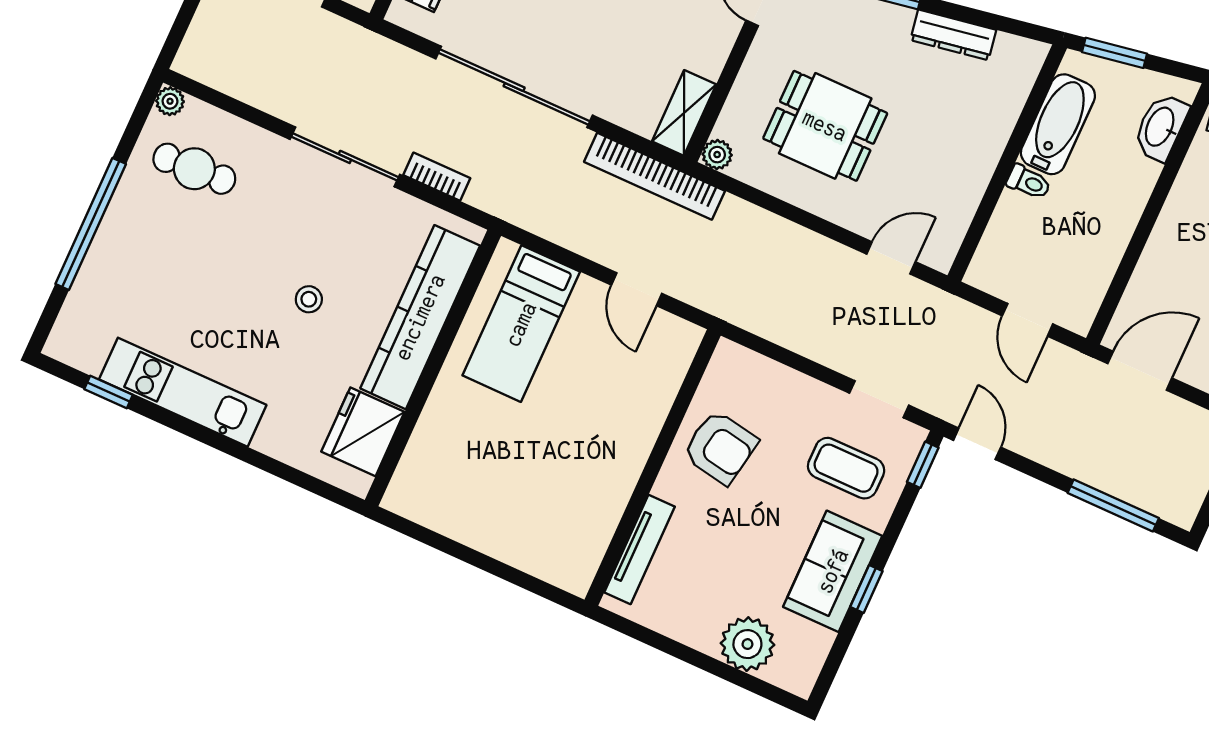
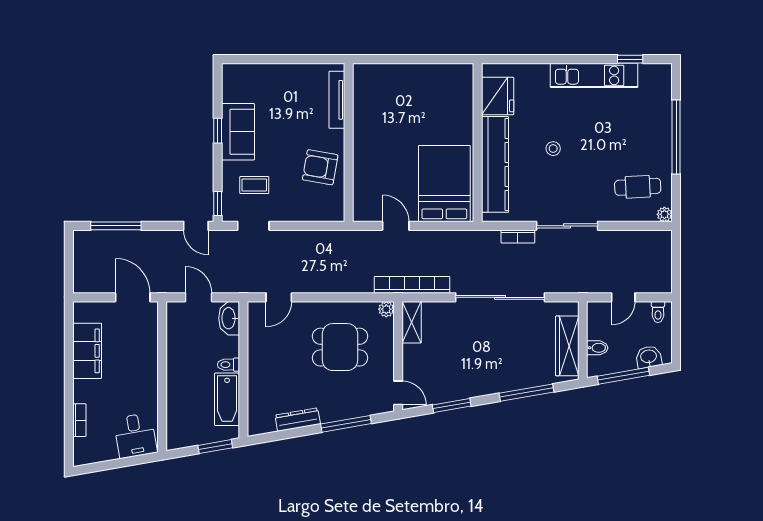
washbasin: (1161, 127) -> (229, 318), moved, turned 180
bed: (521, 324) -> (444, 184), width x1.50
door: (1140, 371) -> (133, 297), swing flipped
coffee table: (846, 468) -> (254, 185), width x0.73, depth x0.77
plant: (747, 644) -> (263, 78), removed

